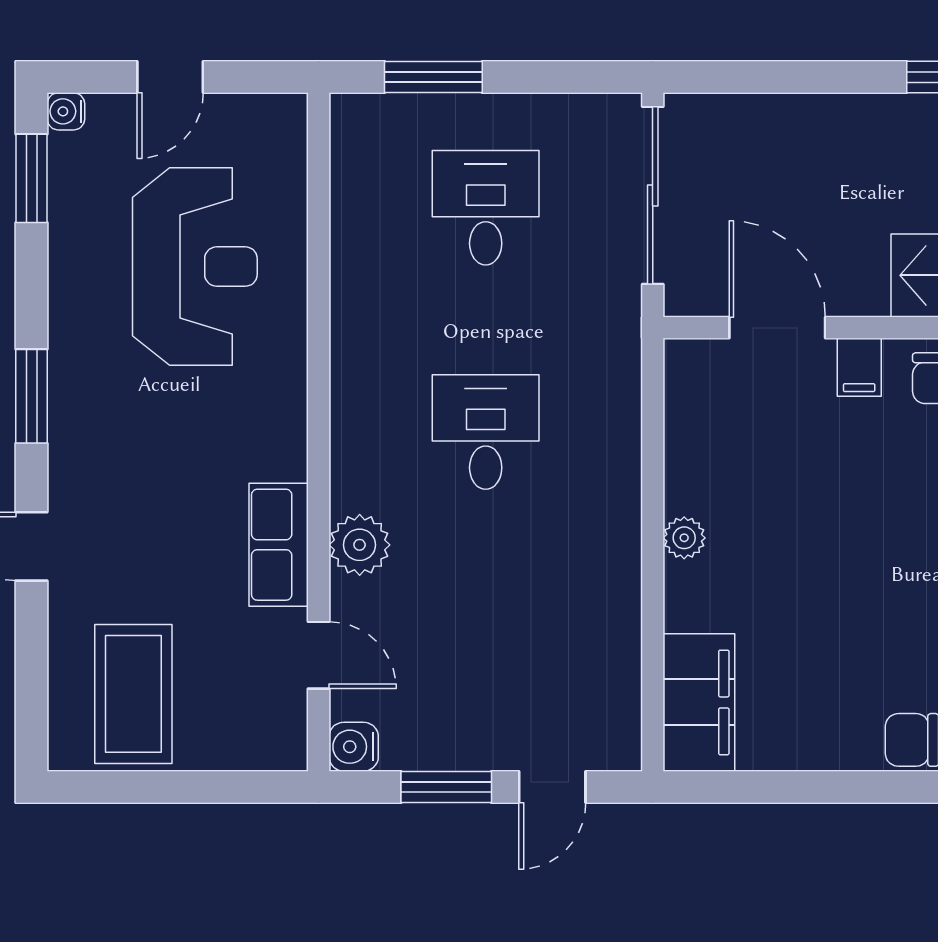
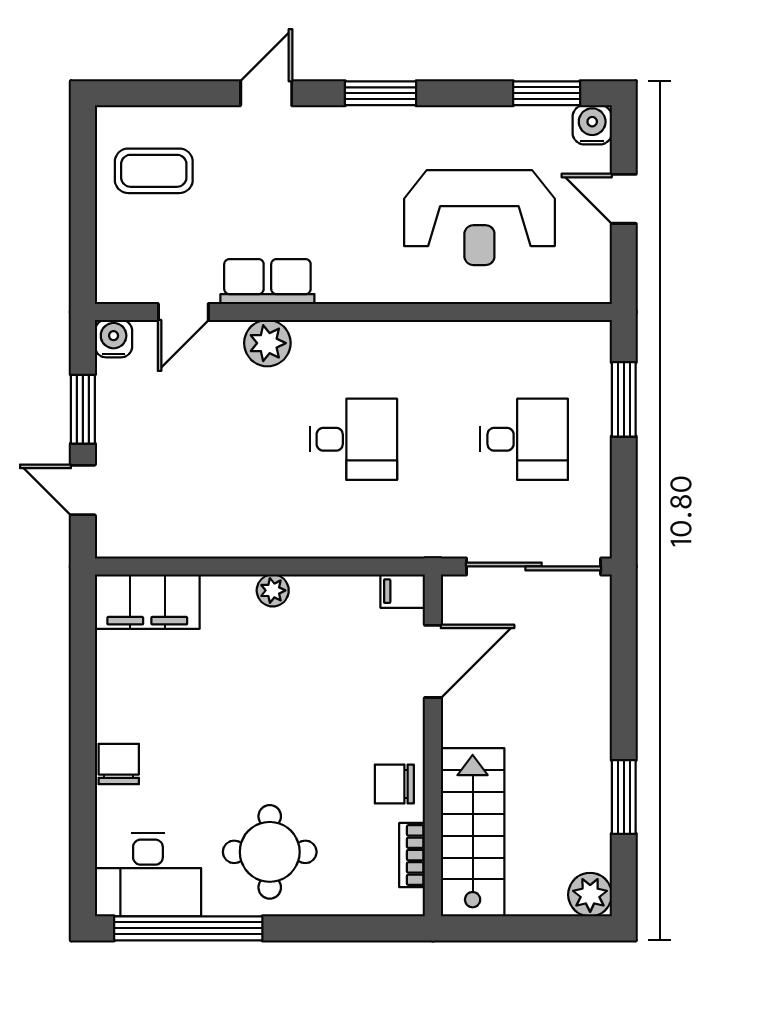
water cooler: (66, 111) -> (592, 125), width x1.38, depth x1.38
filing cabinet: (859, 367) -> (403, 591), moved
coffee table: (133, 694) -> (154, 171), width x0.73, depth x0.76

